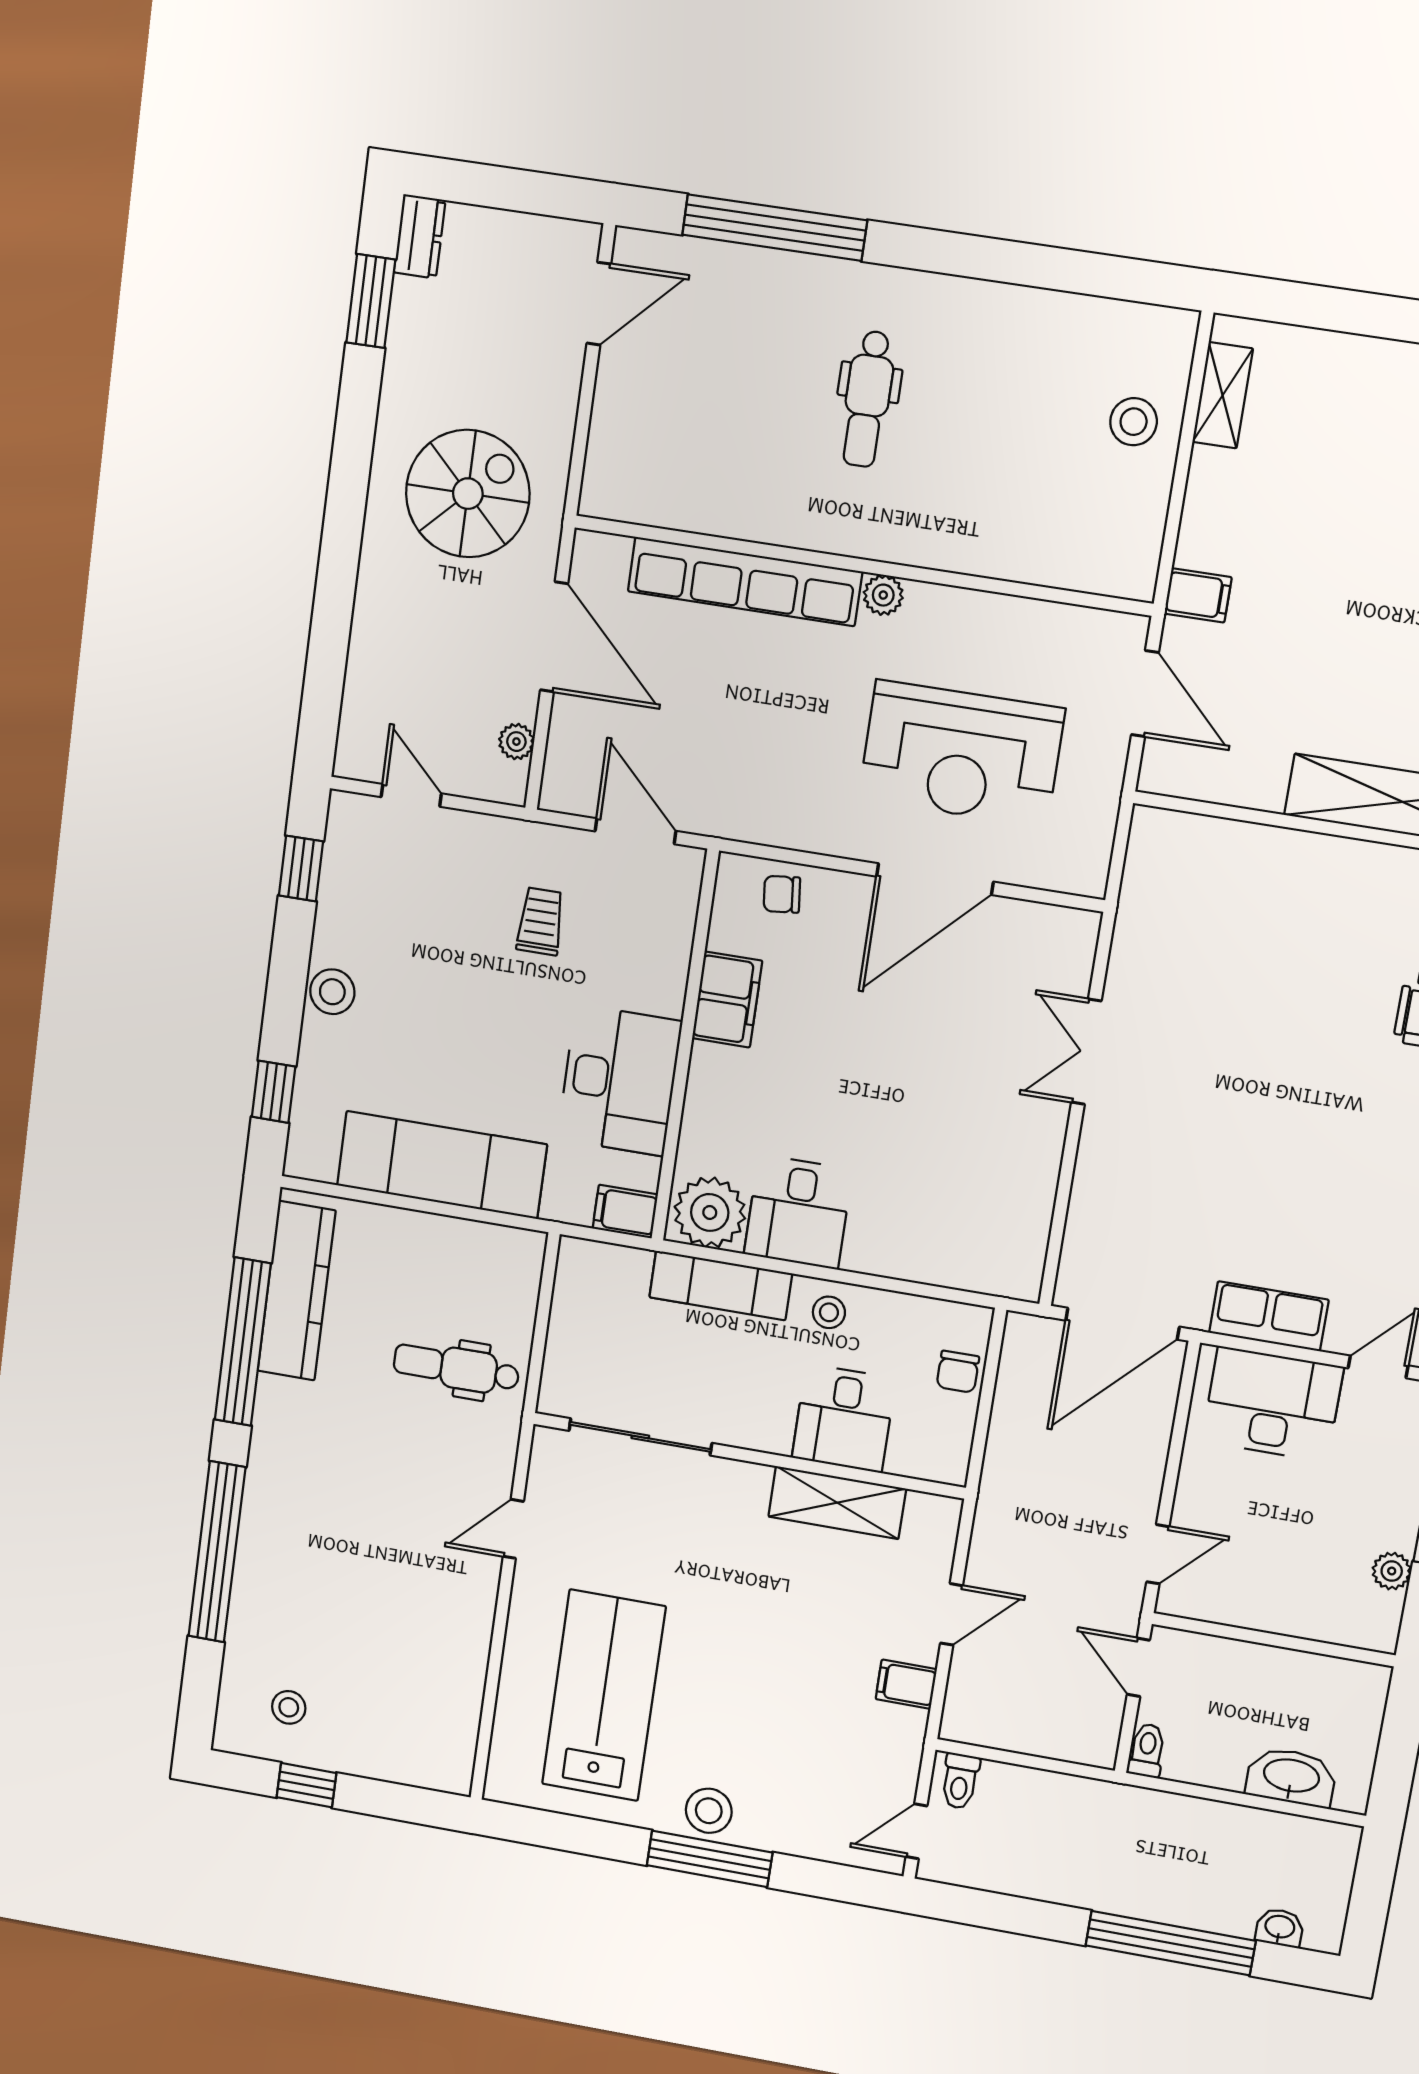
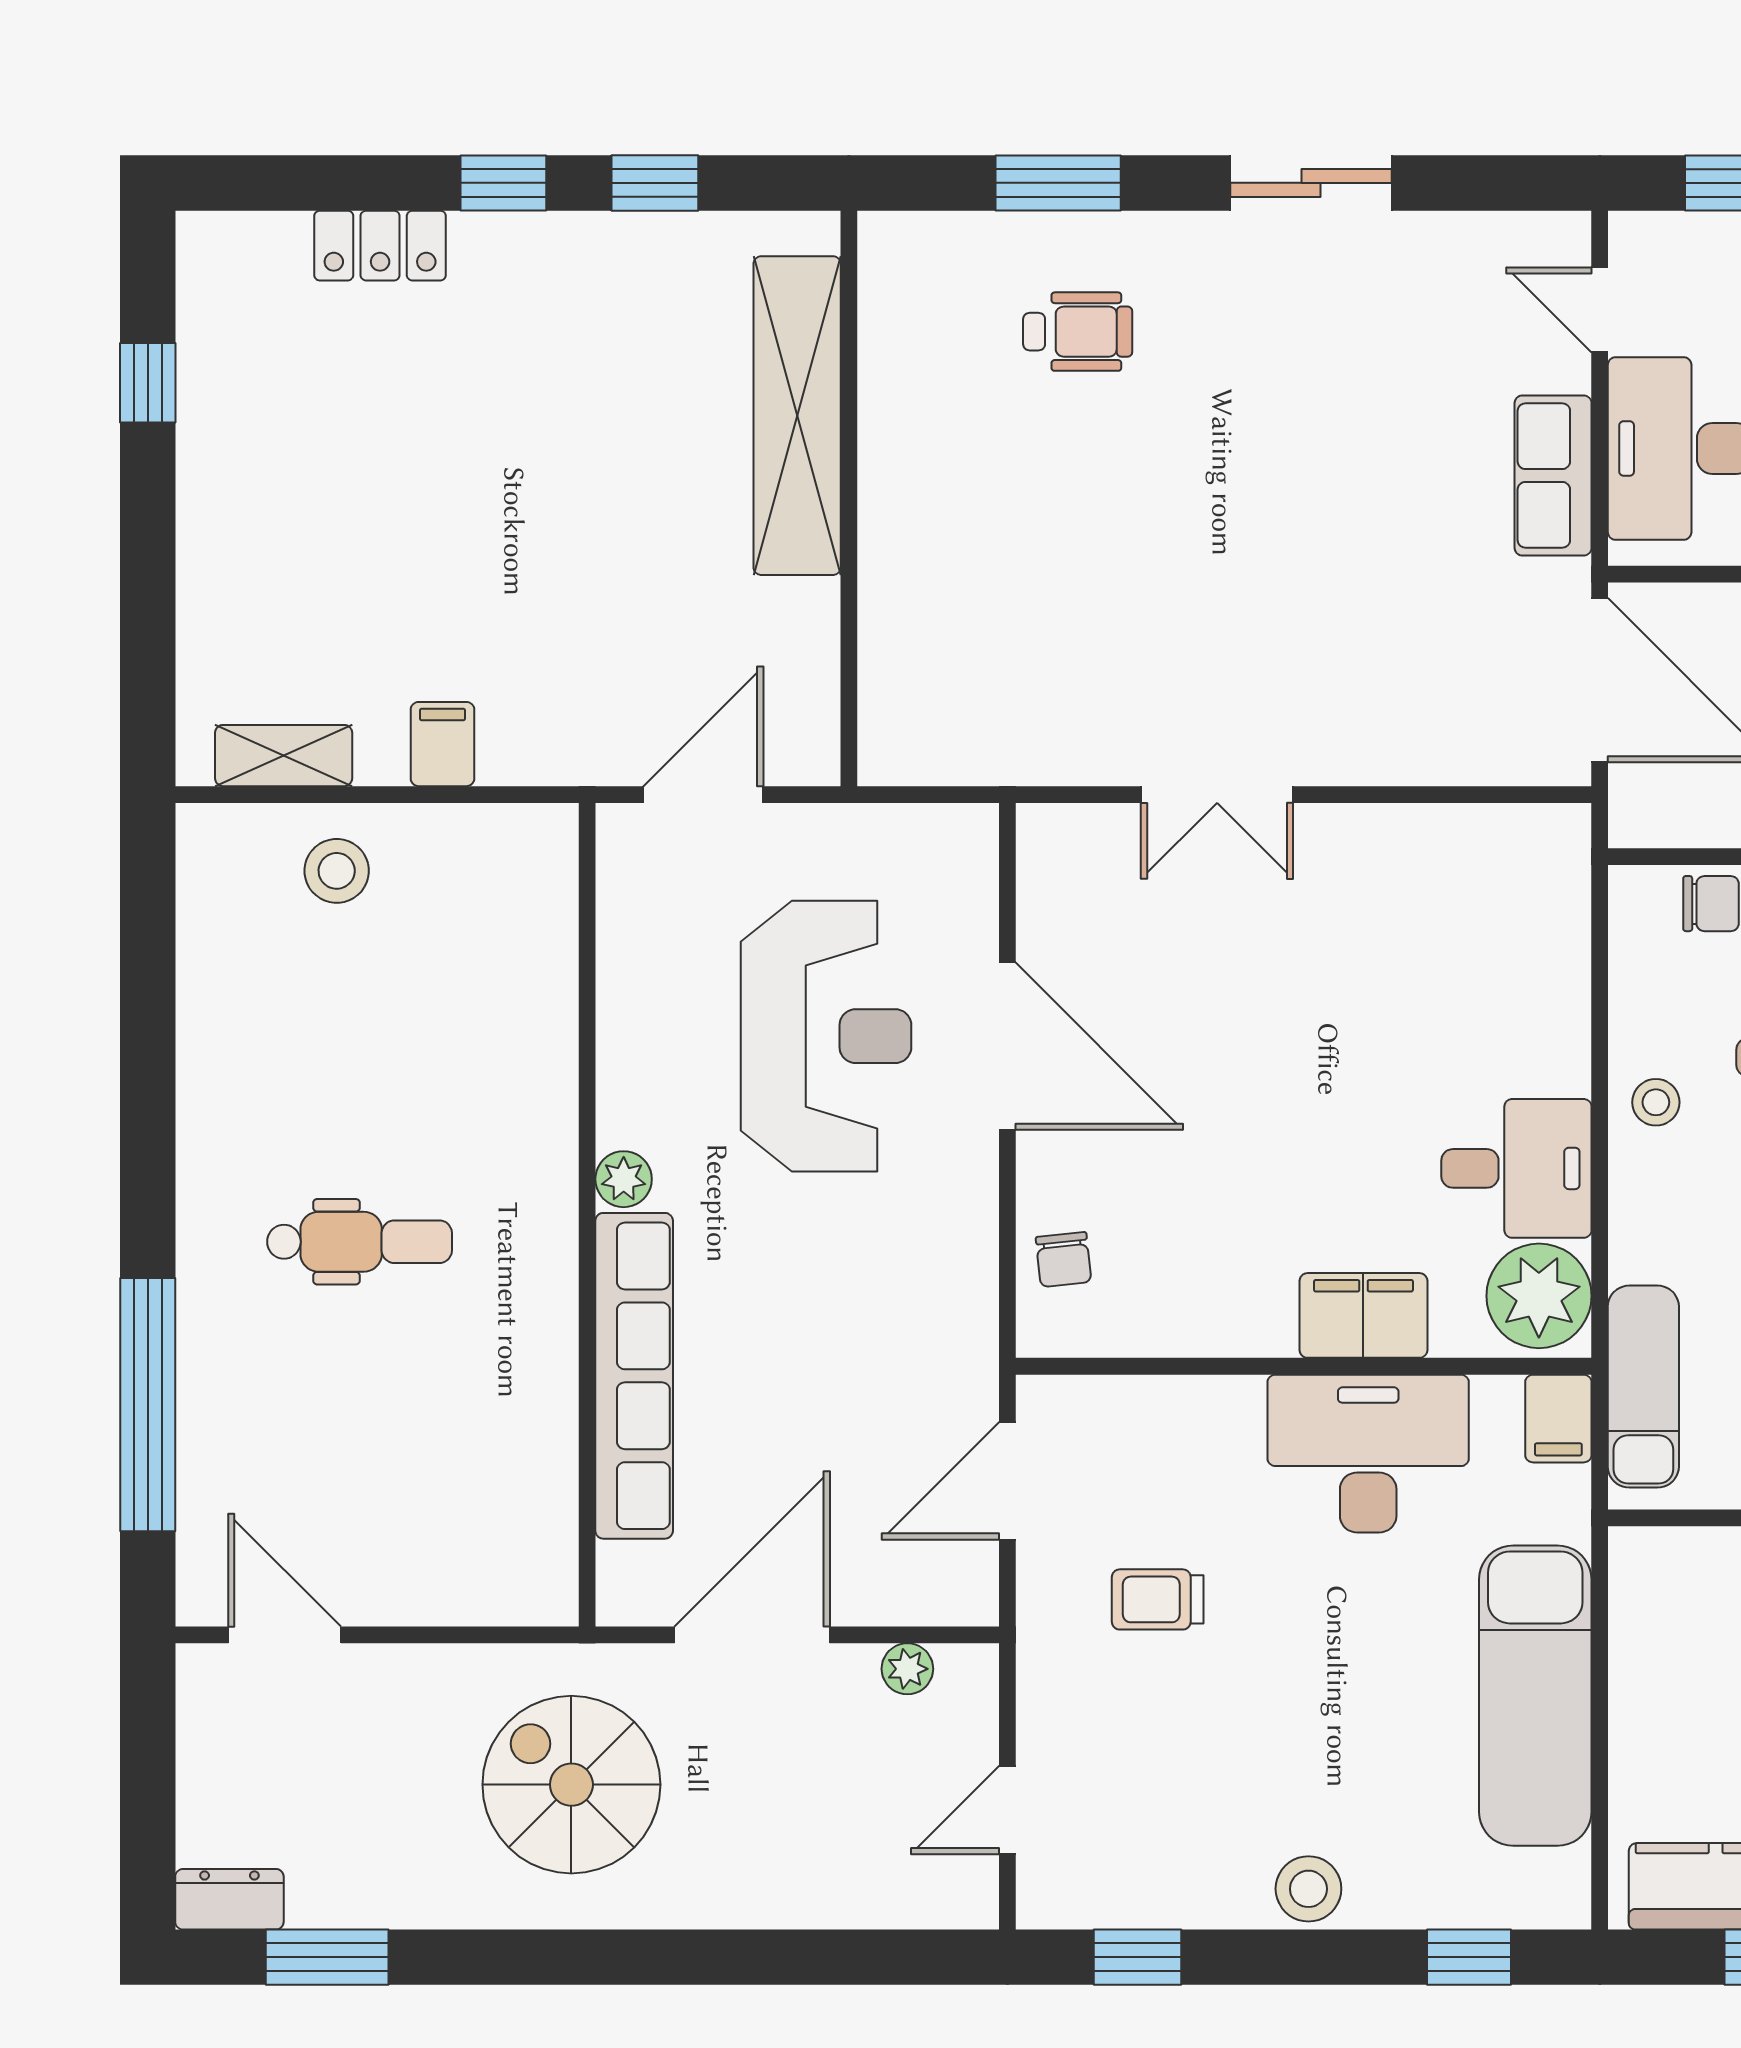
filing cabinet: (1198, 595) -> (442, 744), moved
filing cabinet: (727, 999) -> (1363, 1315), moved
exam couch: (721, 1285) -> (1643, 1387), moved

